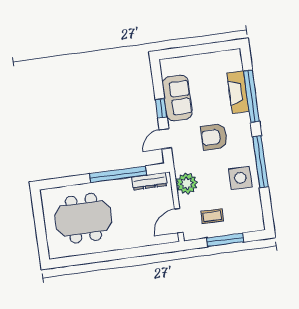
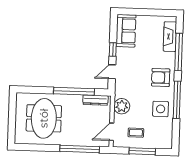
fireplace: (238, 92) -> (170, 37), moved
sofa: (177, 98) -> (126, 31), moved
armchair: (214, 137) -> (161, 77), moved
meeting table: (83, 218) -> (44, 118), turned 90
window: (139, 252) -> (80, 149), added

